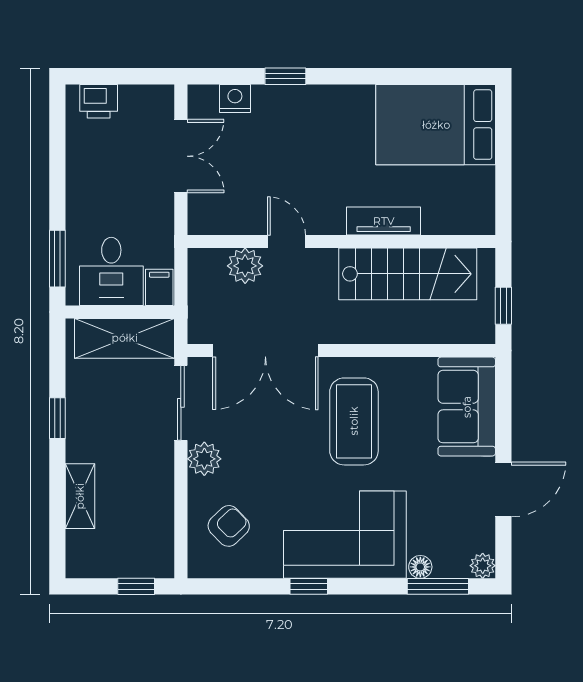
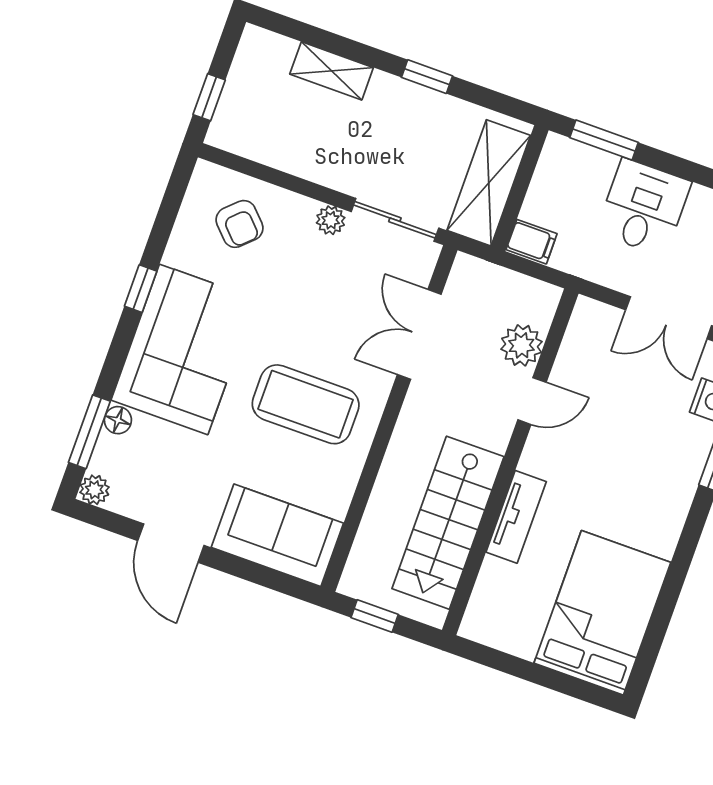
desk: (111, 271) -> (644, 207), moved, turned 90
double door: (265, 351) -> (419, 334), width x0.73
plant: (204, 459) -> (331, 220), width x0.73, depth x0.73

